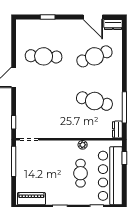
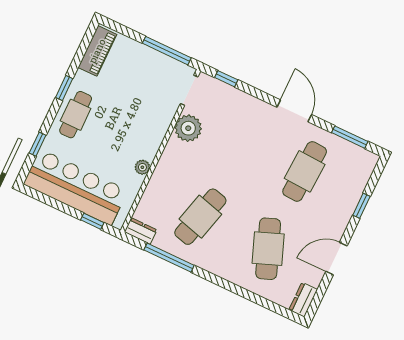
door: (93, 17) -> (336, 259), moved
window: (14, 41) -> (350, 137), added
plant: (50, 130) -> (188, 128), added
cafe table: (81, 173) -> (76, 115), moved, turned 90

